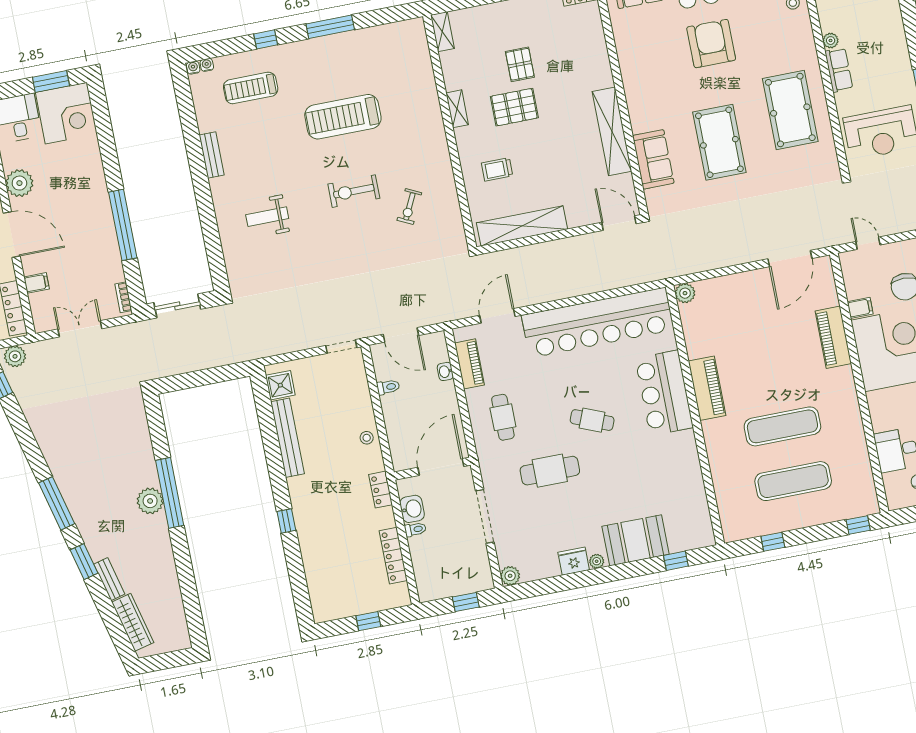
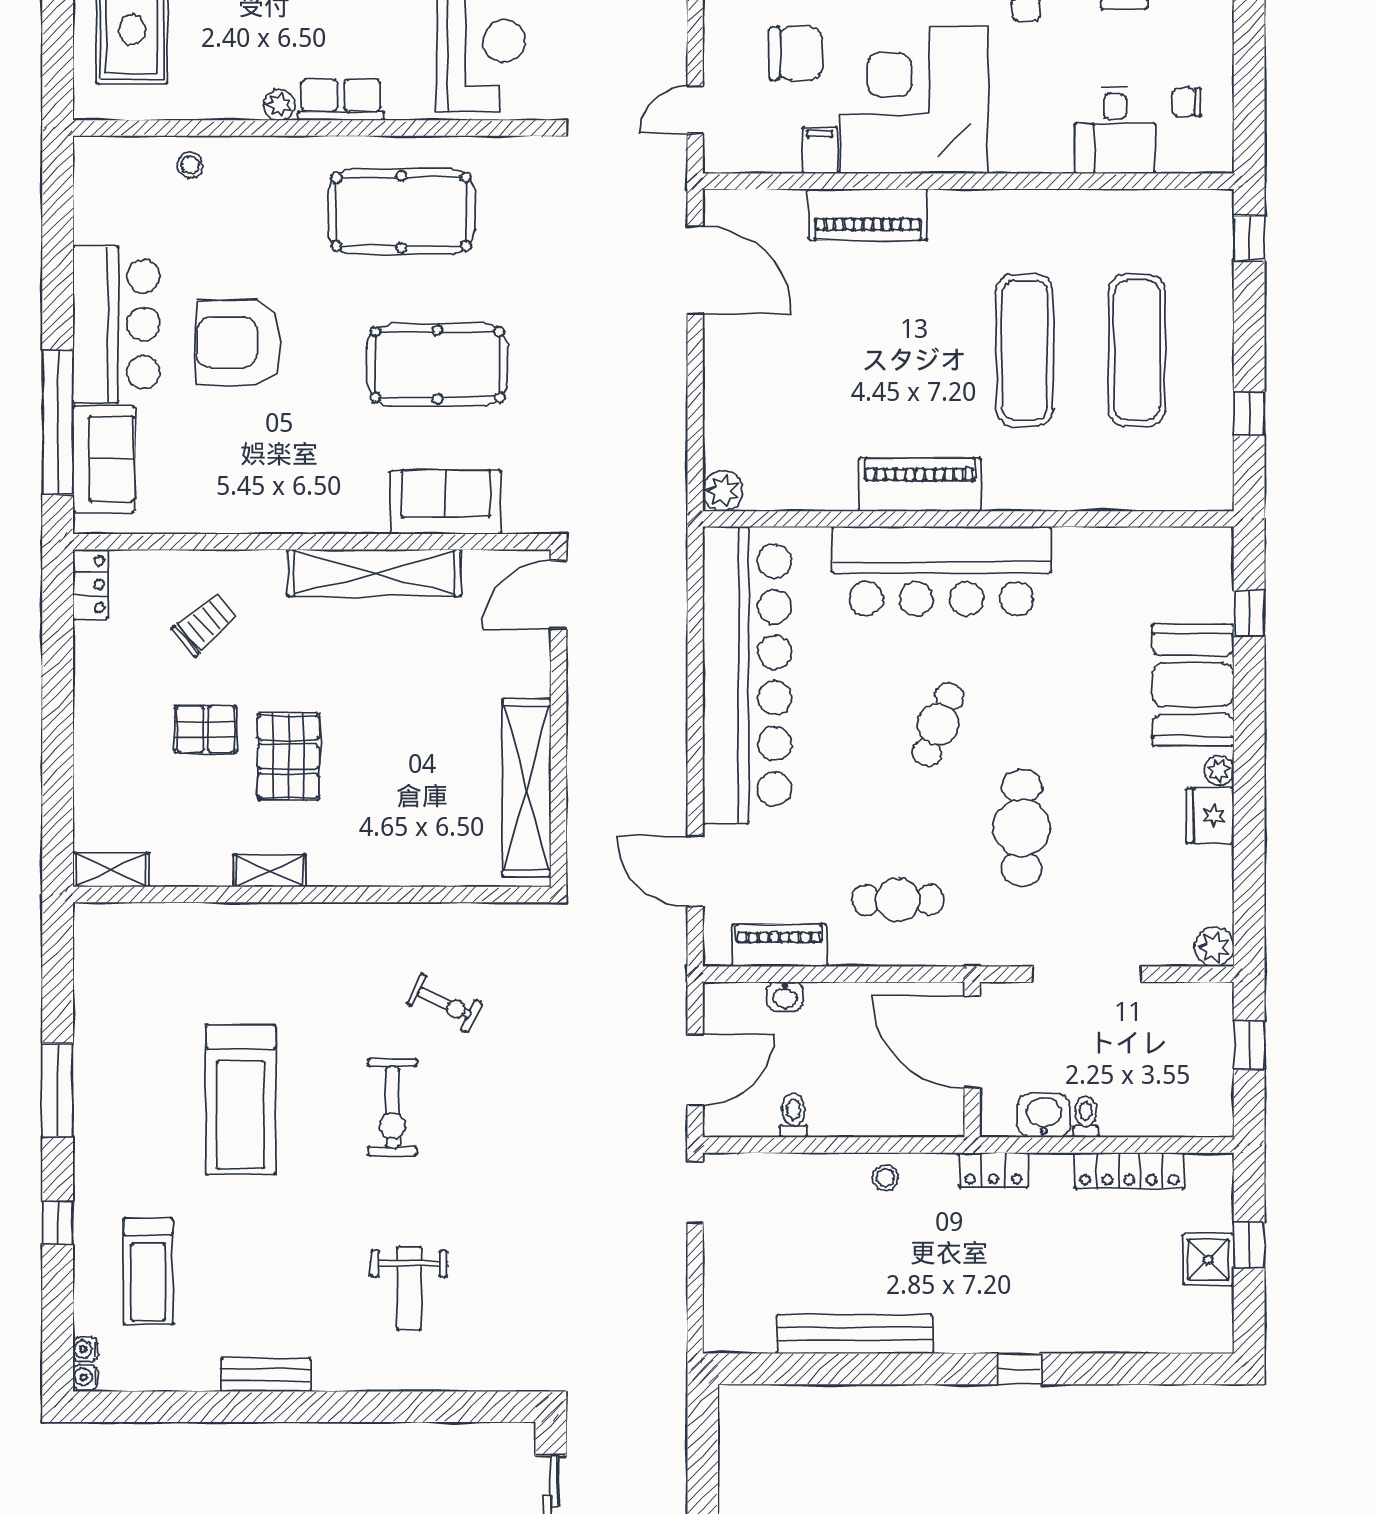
trolley: (497, 169) -> (205, 624), moved, turned -131
shower: (280, 385) -> (1208, 1260), moved
bar counter: (664, 393) -> (941, 571), width x1.36

